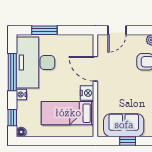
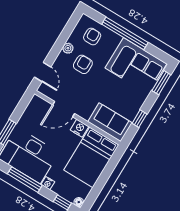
bed: (68, 113) -> (91, 157), width x1.50
sofa: (124, 125) -> (110, 122), moved, turned 90

